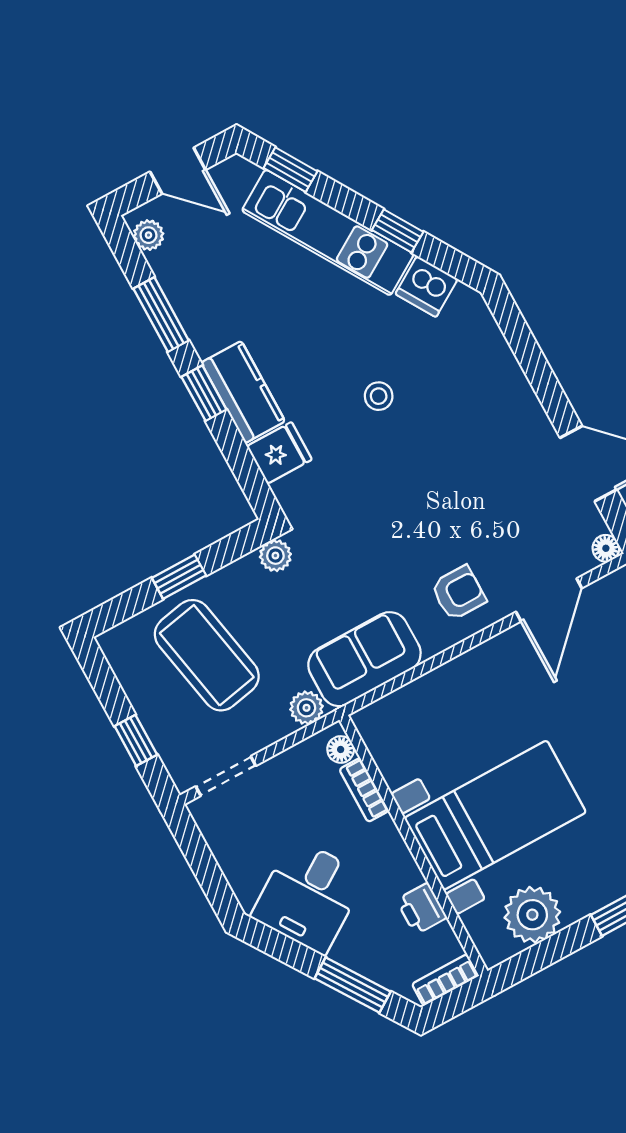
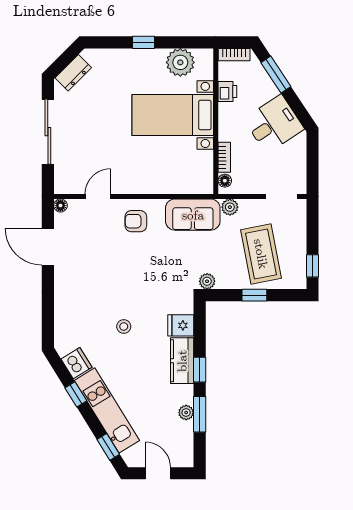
plant: (149, 235) -> (186, 413), moved
door: (549, 600) -> (98, 196), width x0.73
window: (136, 740) -> (312, 266), moved

